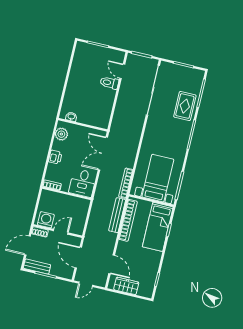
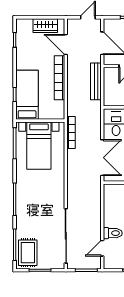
door: (122, 71) -> (102, 248), swing flipped
rug: (185, 106) -> (28, 253), moved
bench: (117, 215) -> (96, 81), moved
bookcase: (128, 220) -> (60, 78), moved

